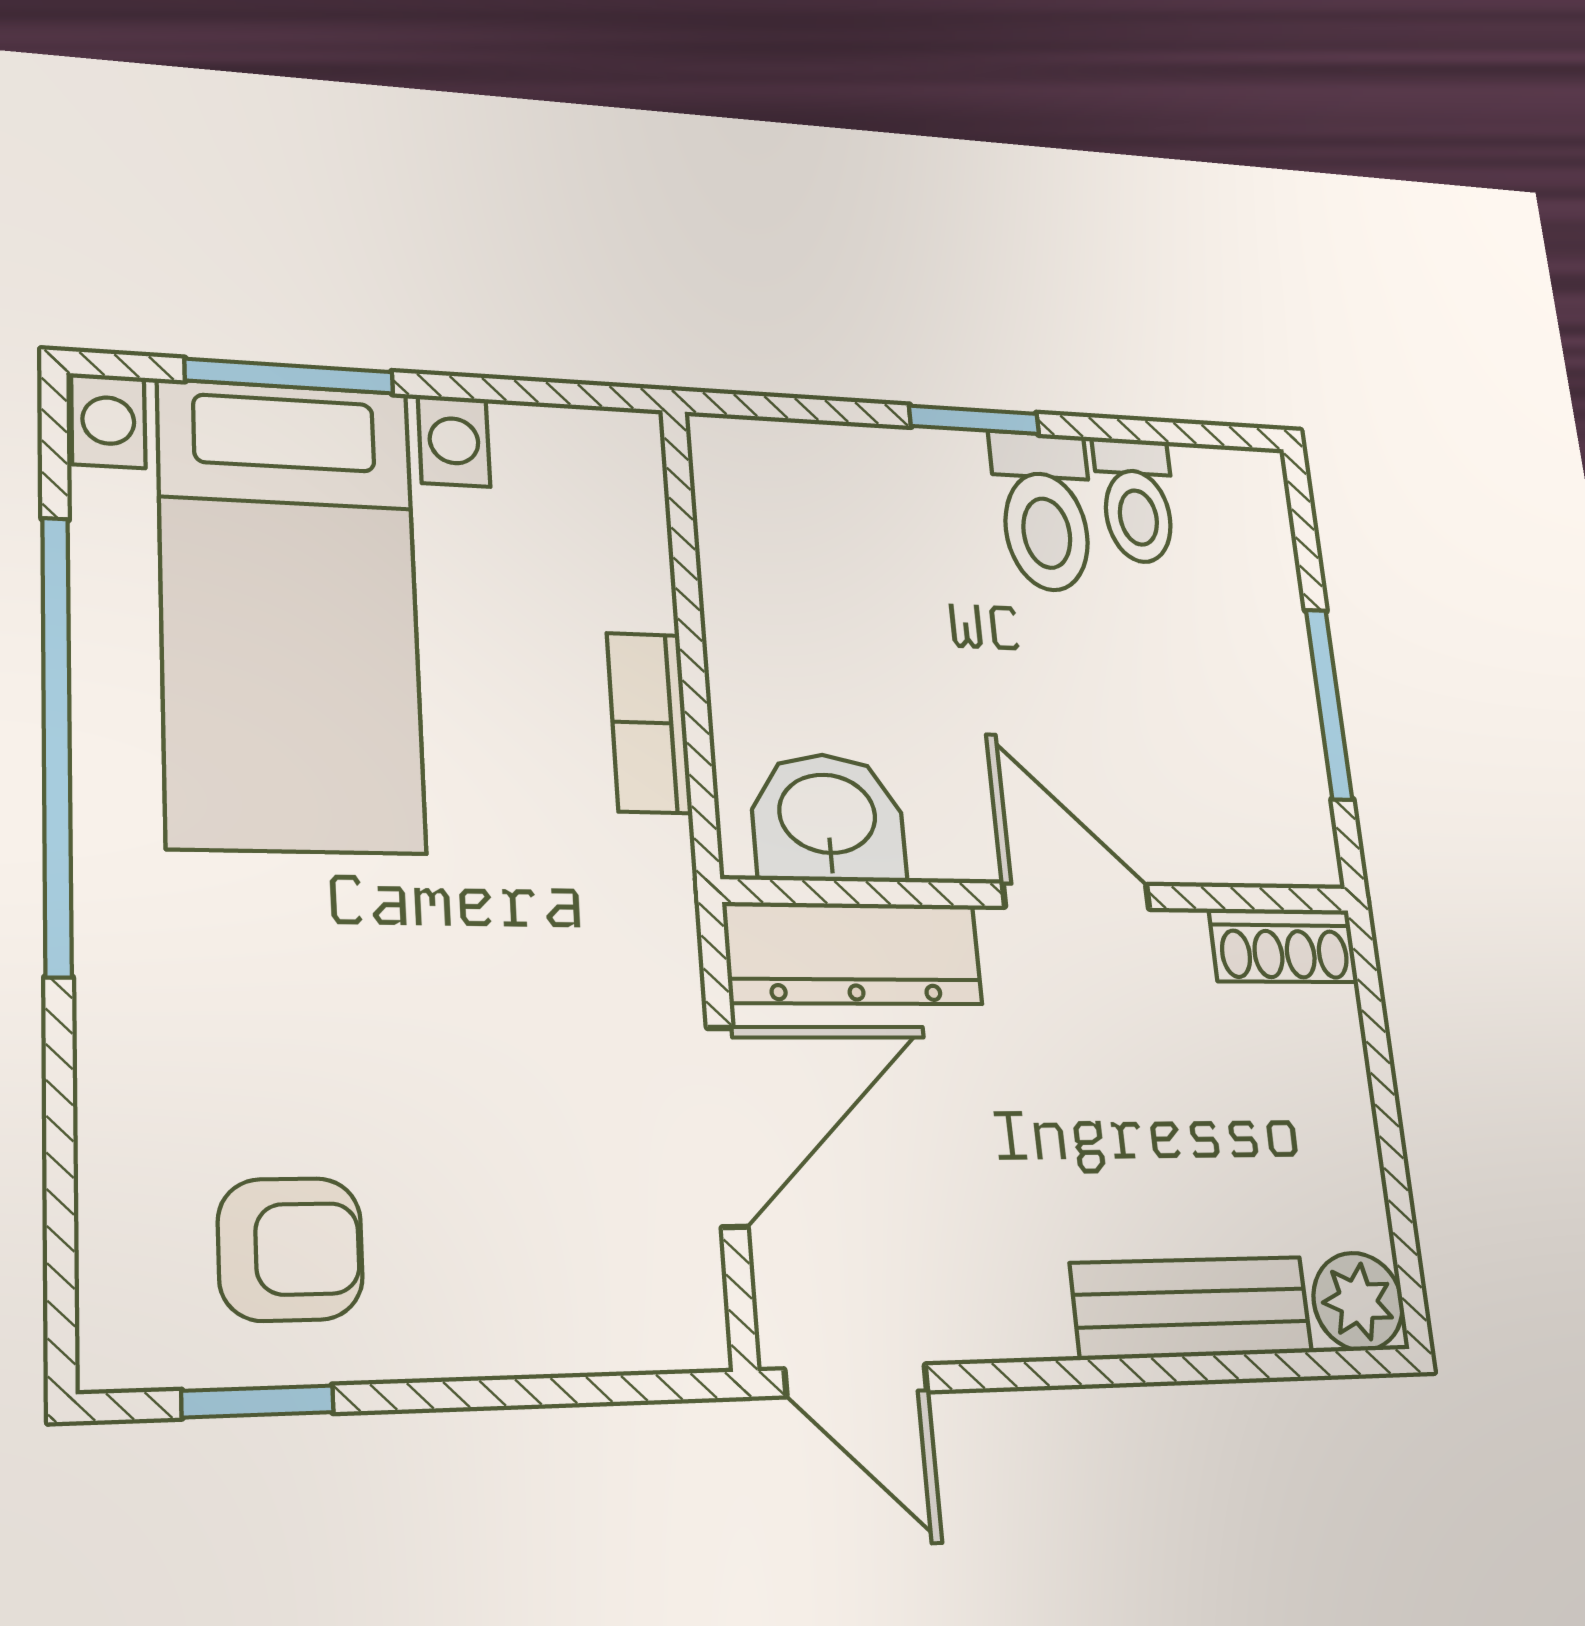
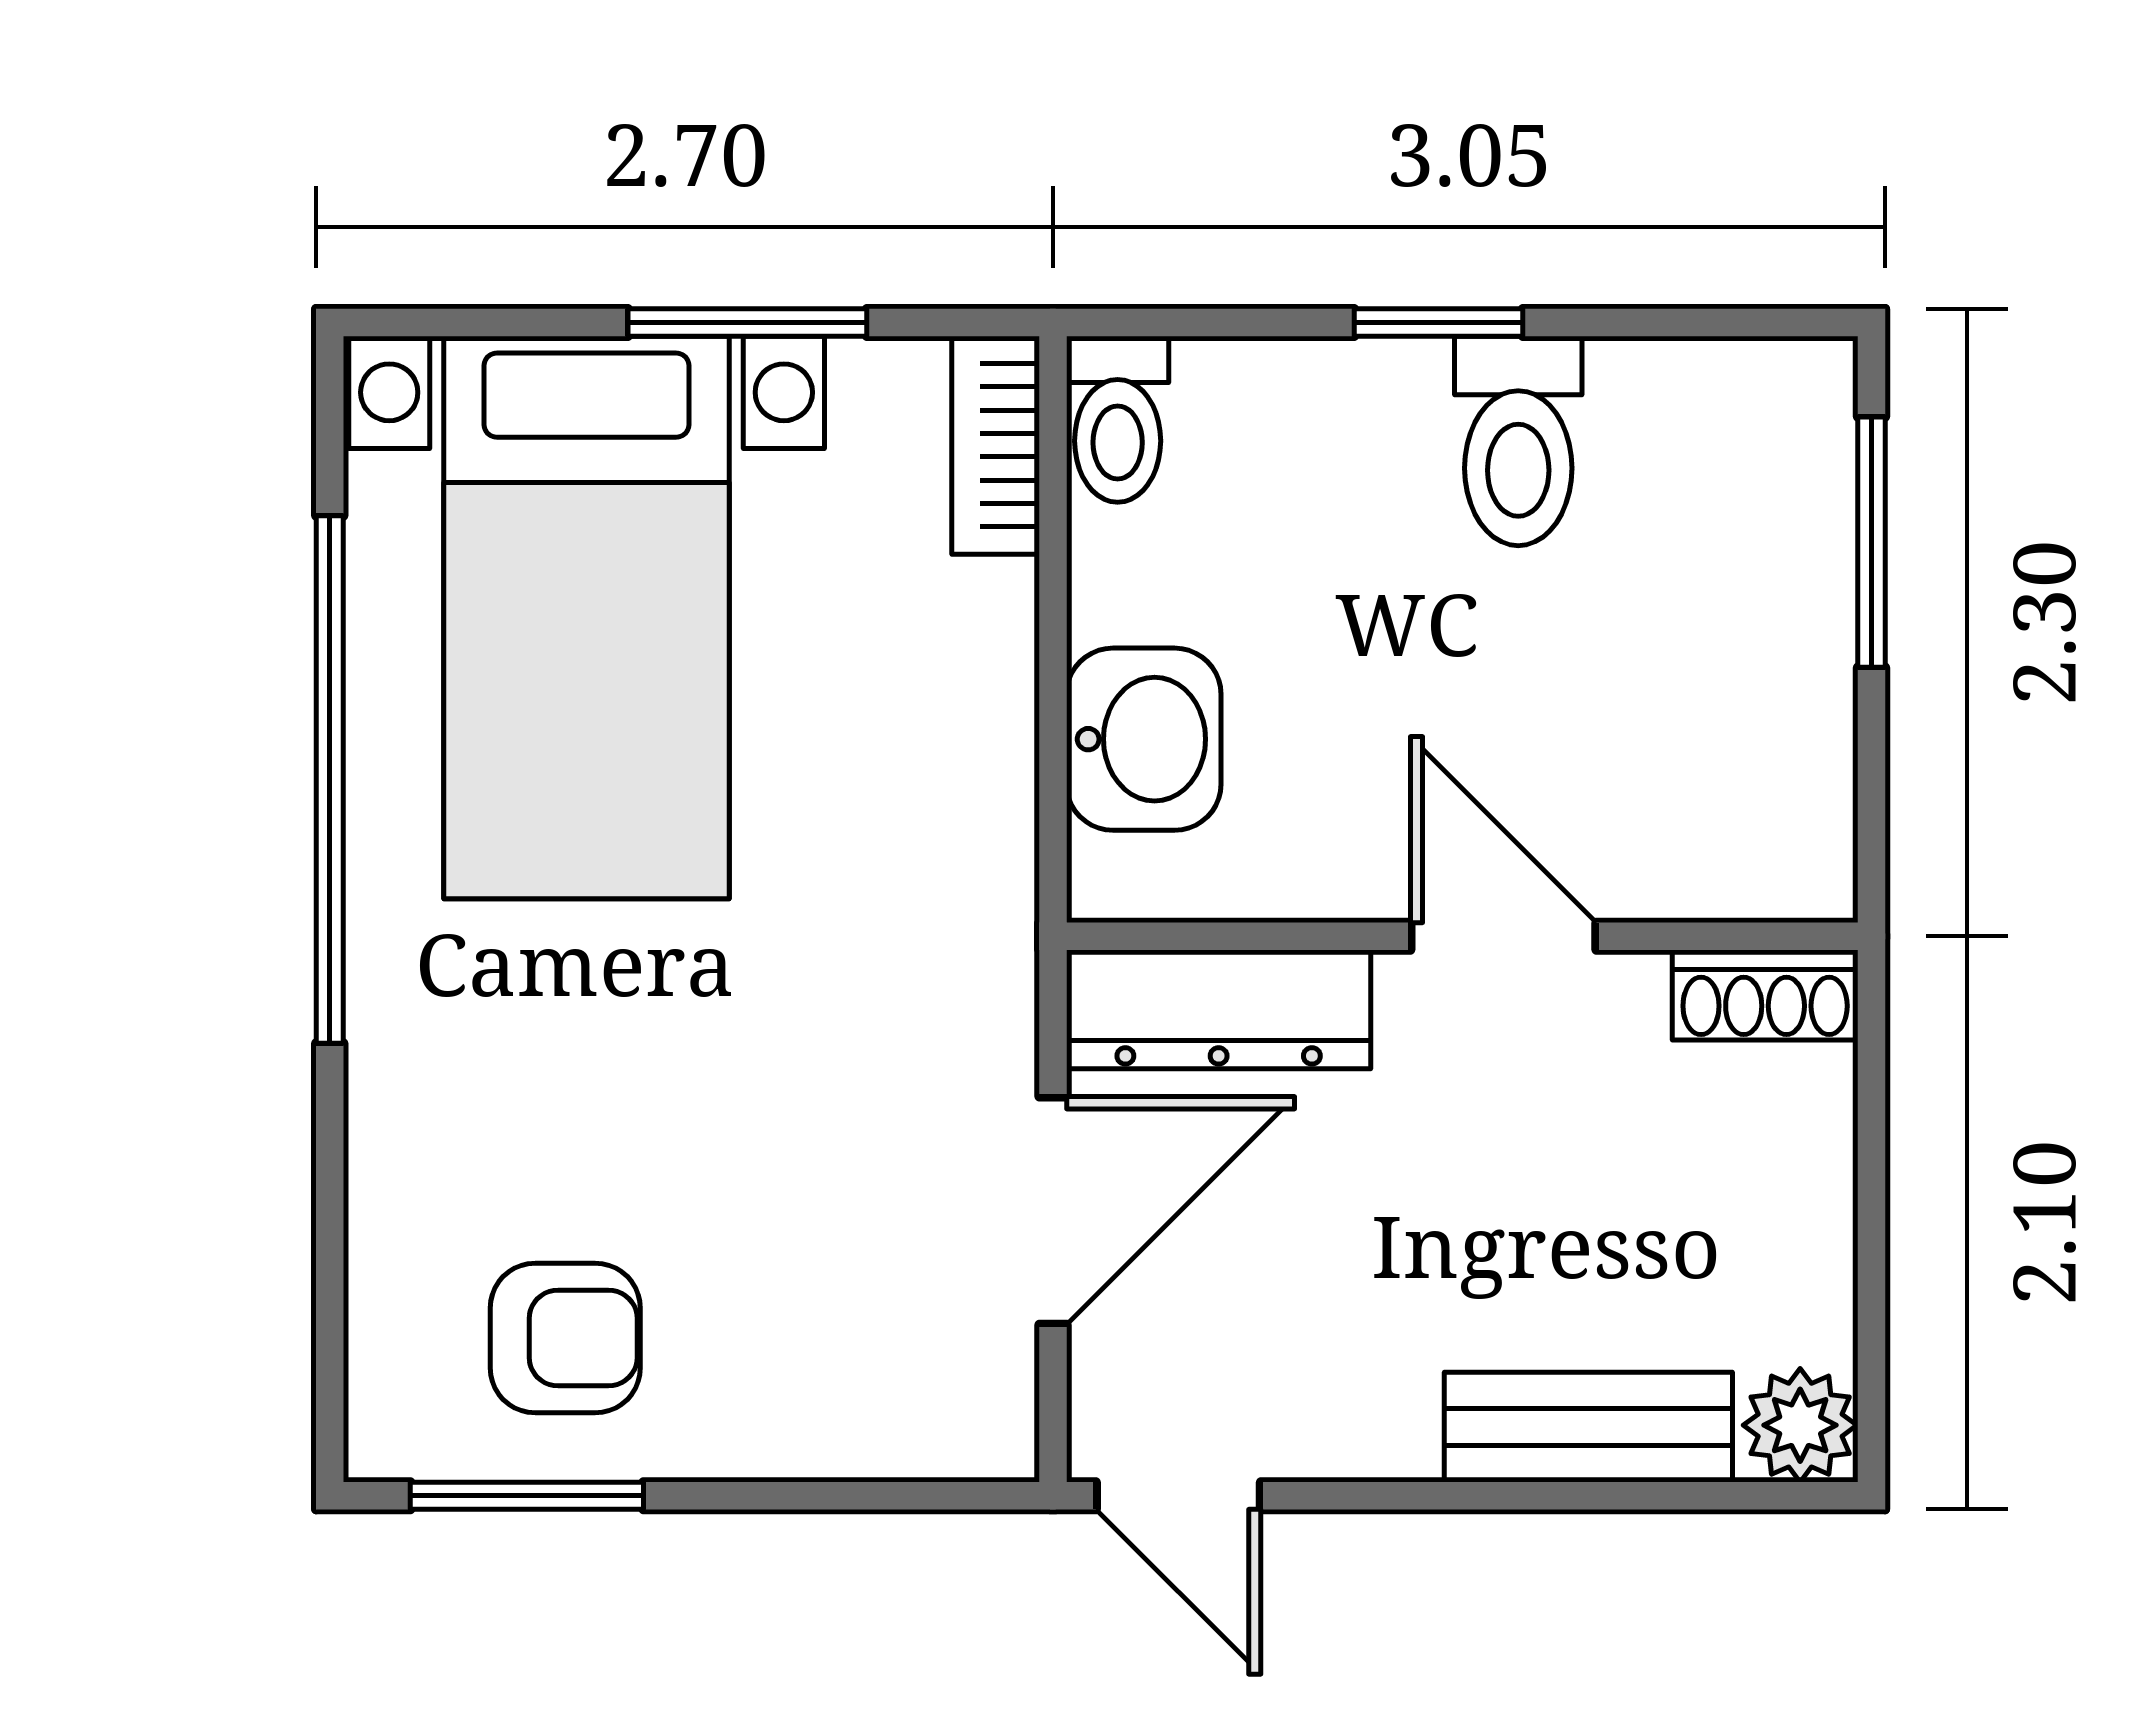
window: (290, 376) -> (747, 322), moved
toilet: (1136, 500) -> (1118, 419), moved
window: (1329, 704) -> (1871, 542), moved
bookcase: (649, 723) -> (996, 445), moved
washbasin: (828, 817) -> (1144, 739), moved, turned 90
window: (258, 1401) -> (527, 1496), width x1.50

